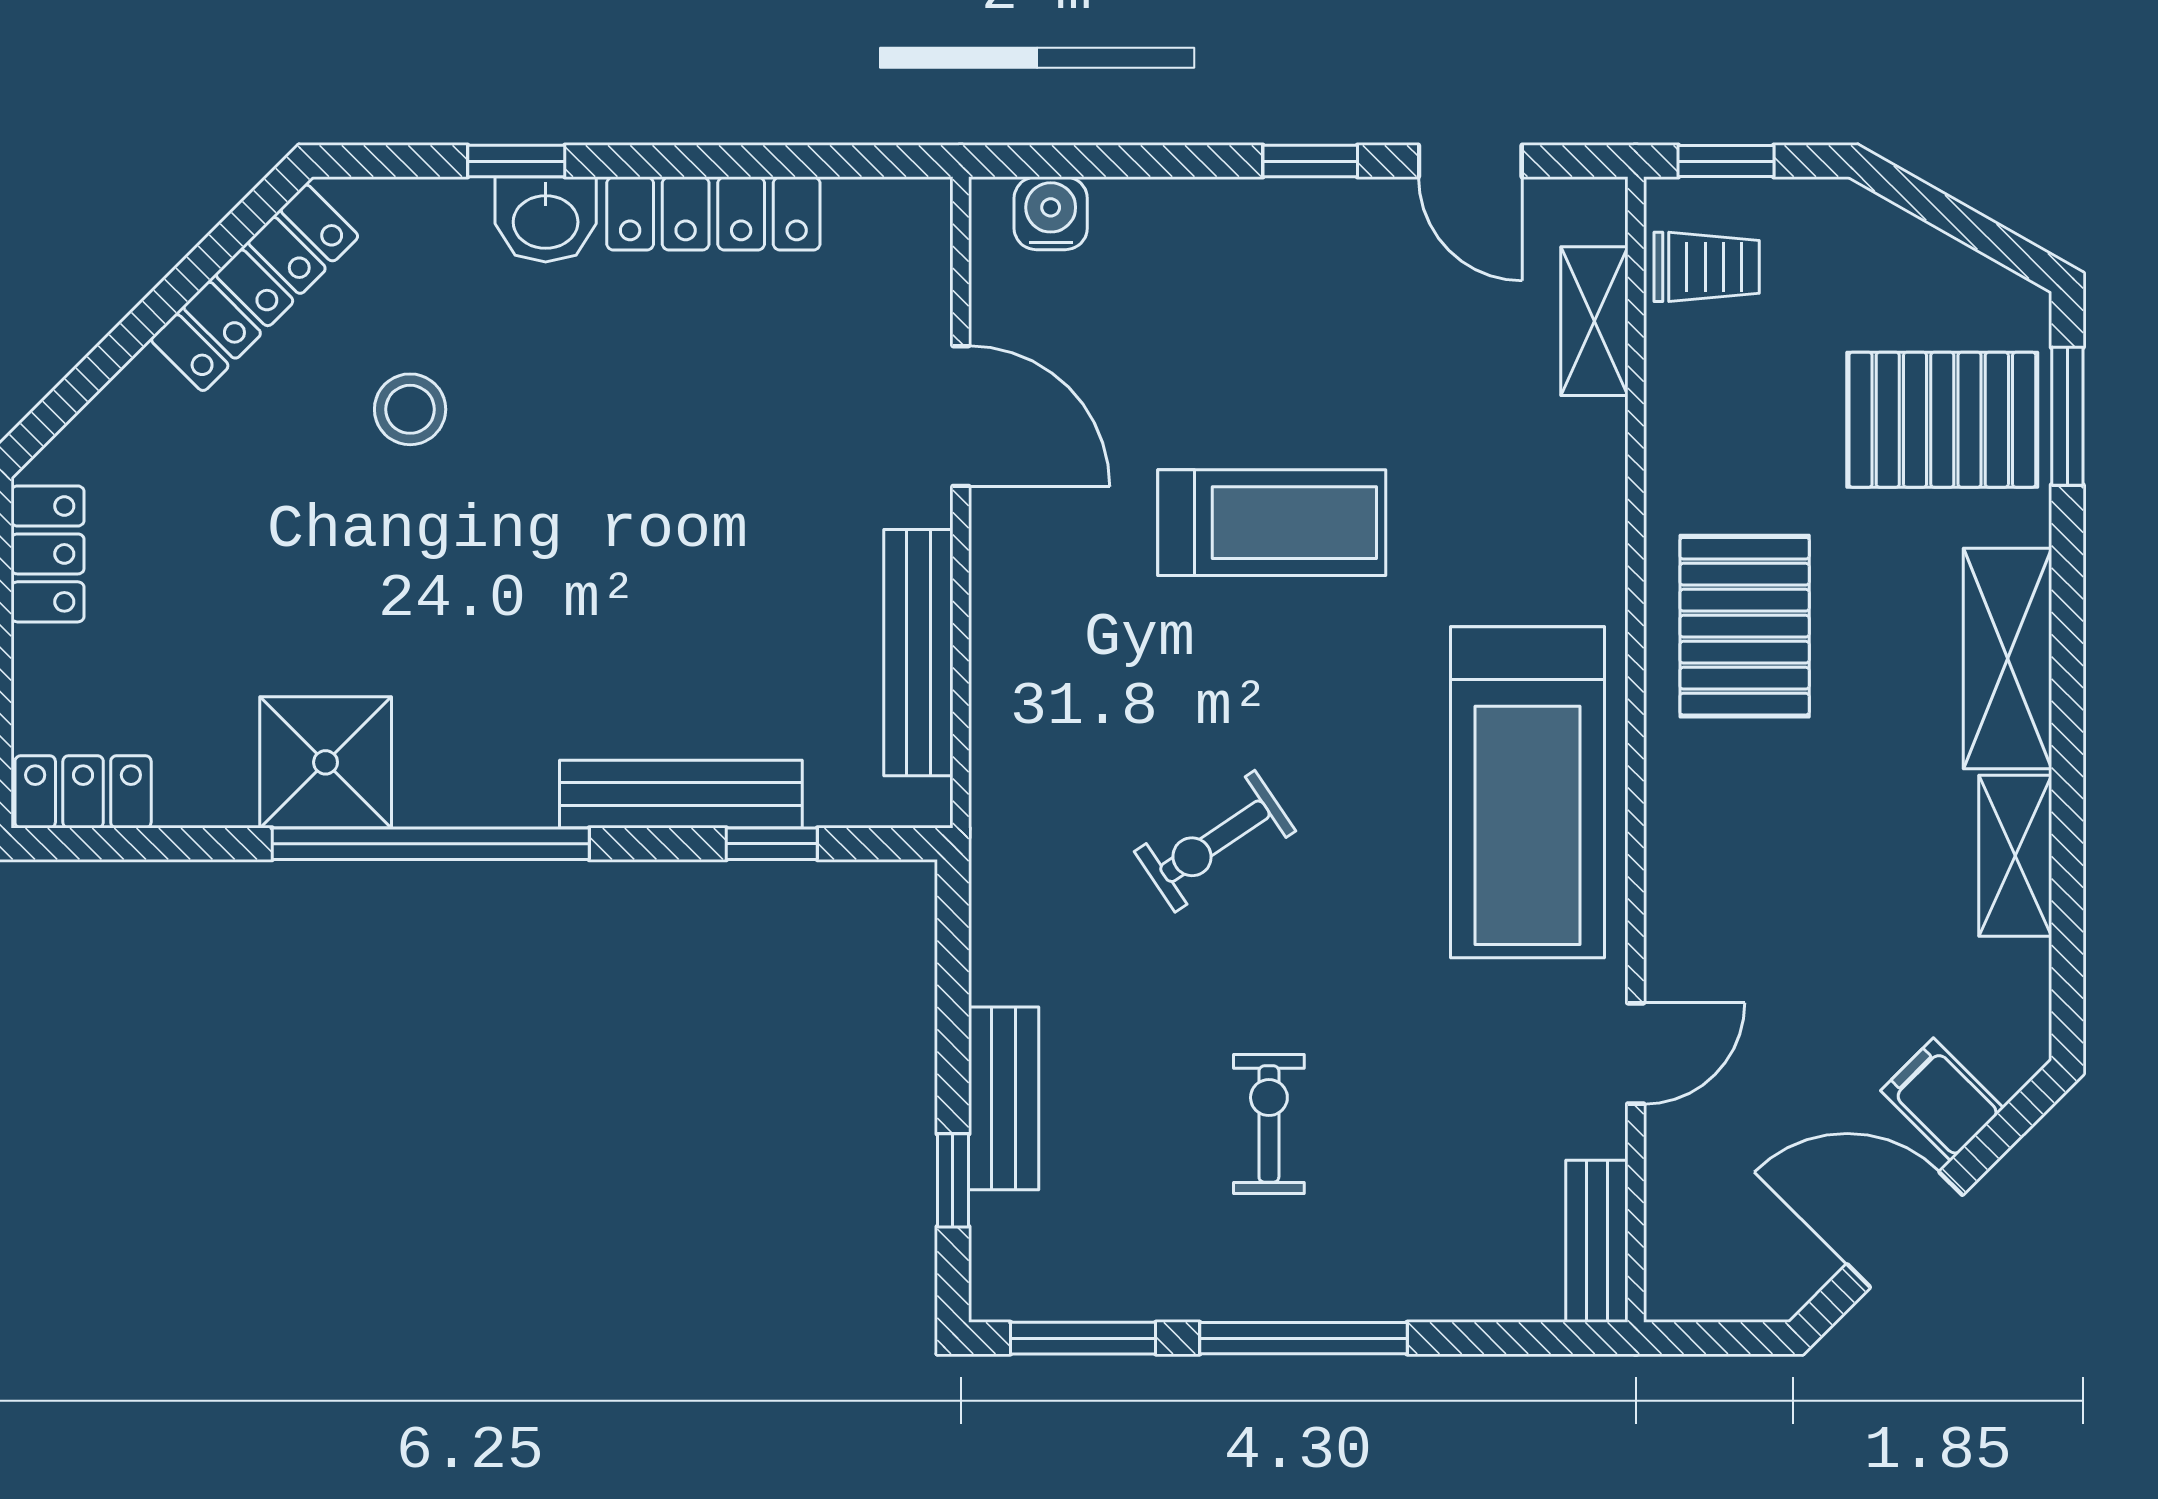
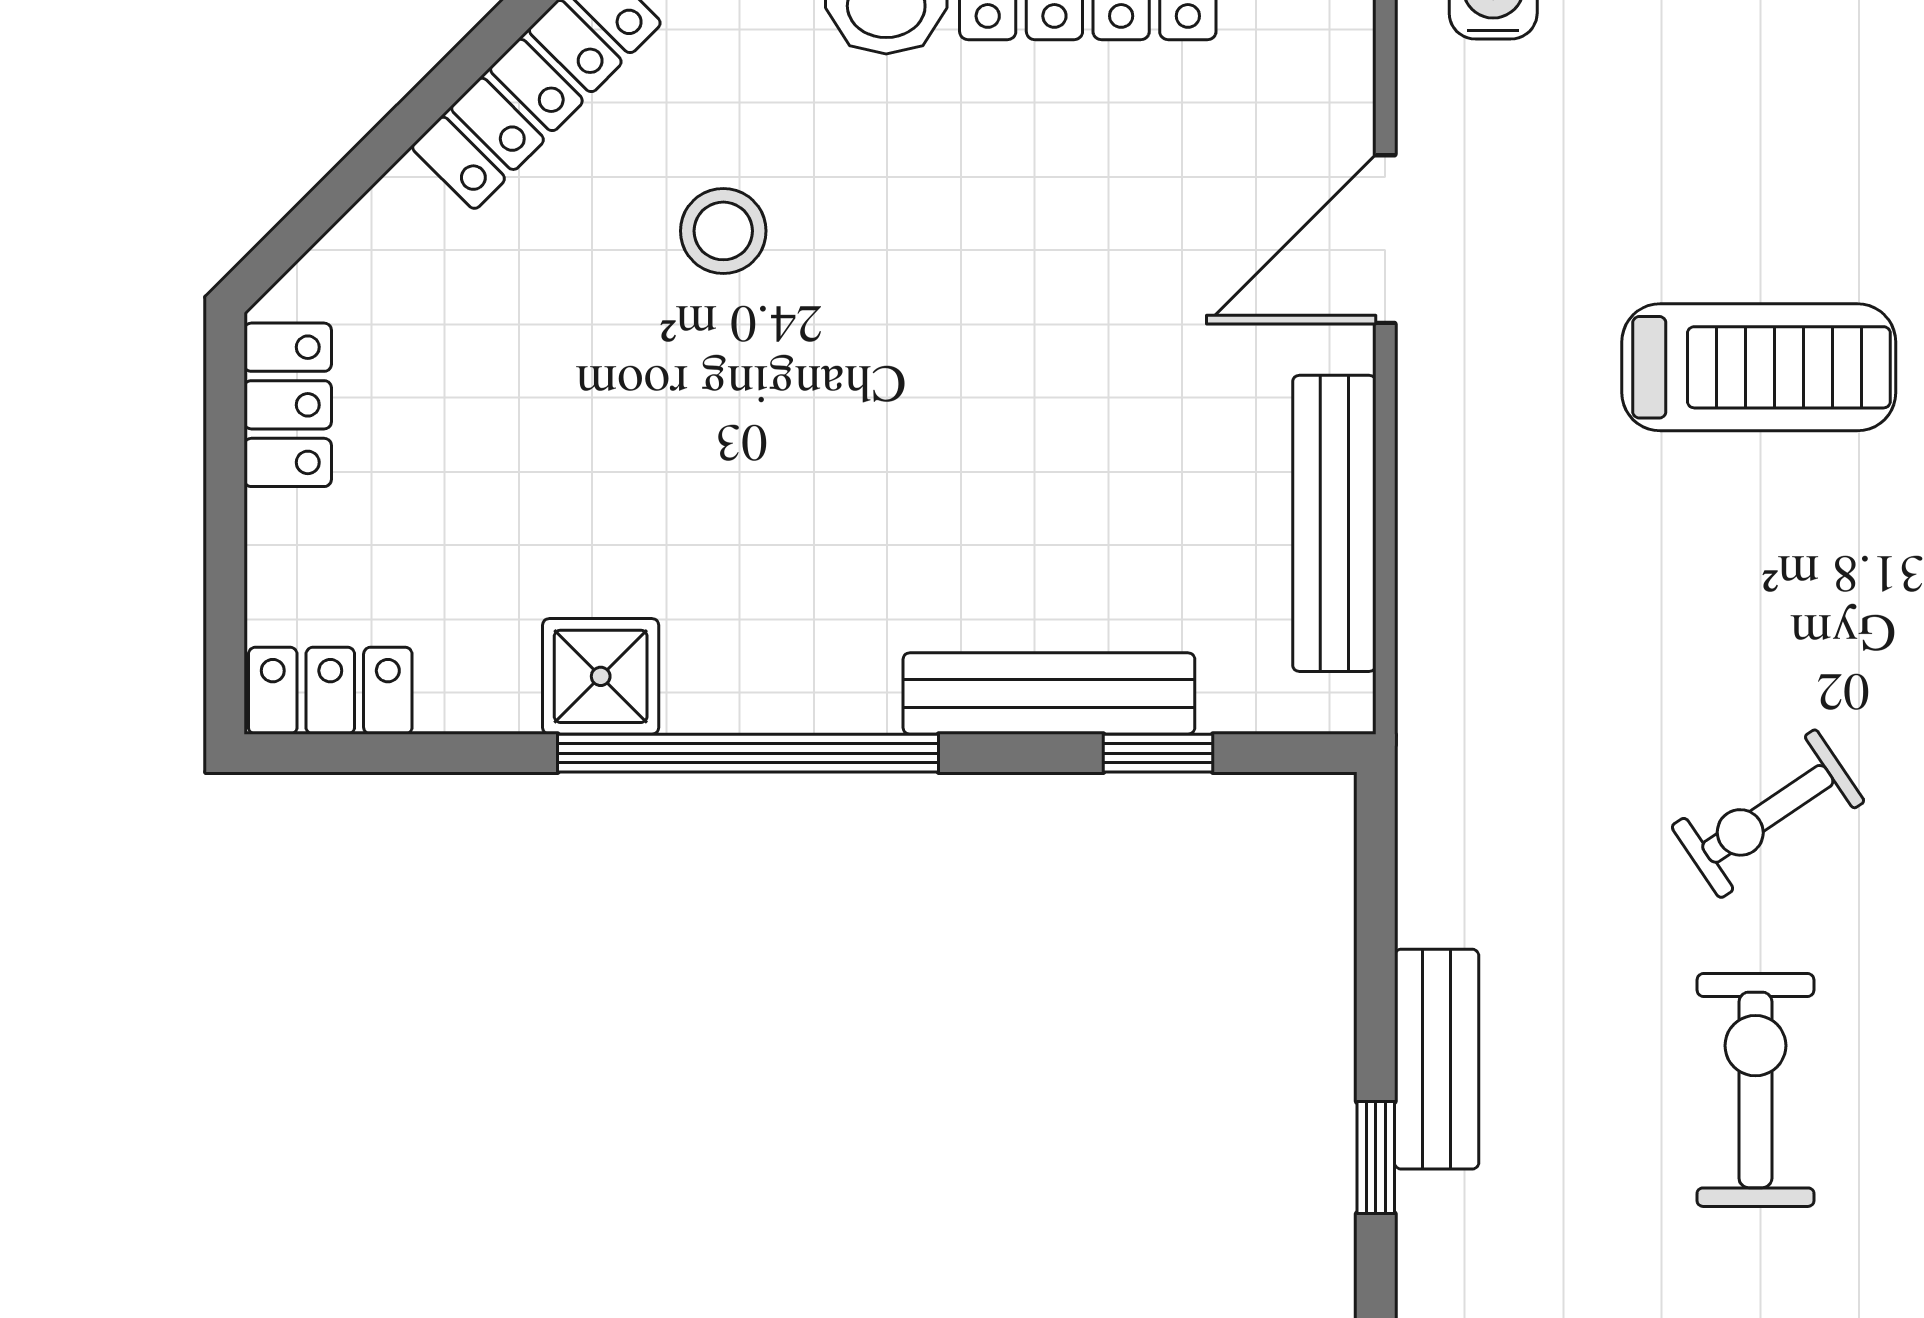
door: (961, 416) -> (1385, 239), swing flipped
shower: (326, 762) -> (601, 676), width x0.73, depth x0.73
exercise bike: (1215, 841) -> (1768, 814), moved
exercise bike: (1269, 1124) -> (1755, 1090), width x1.38, depth x1.39

